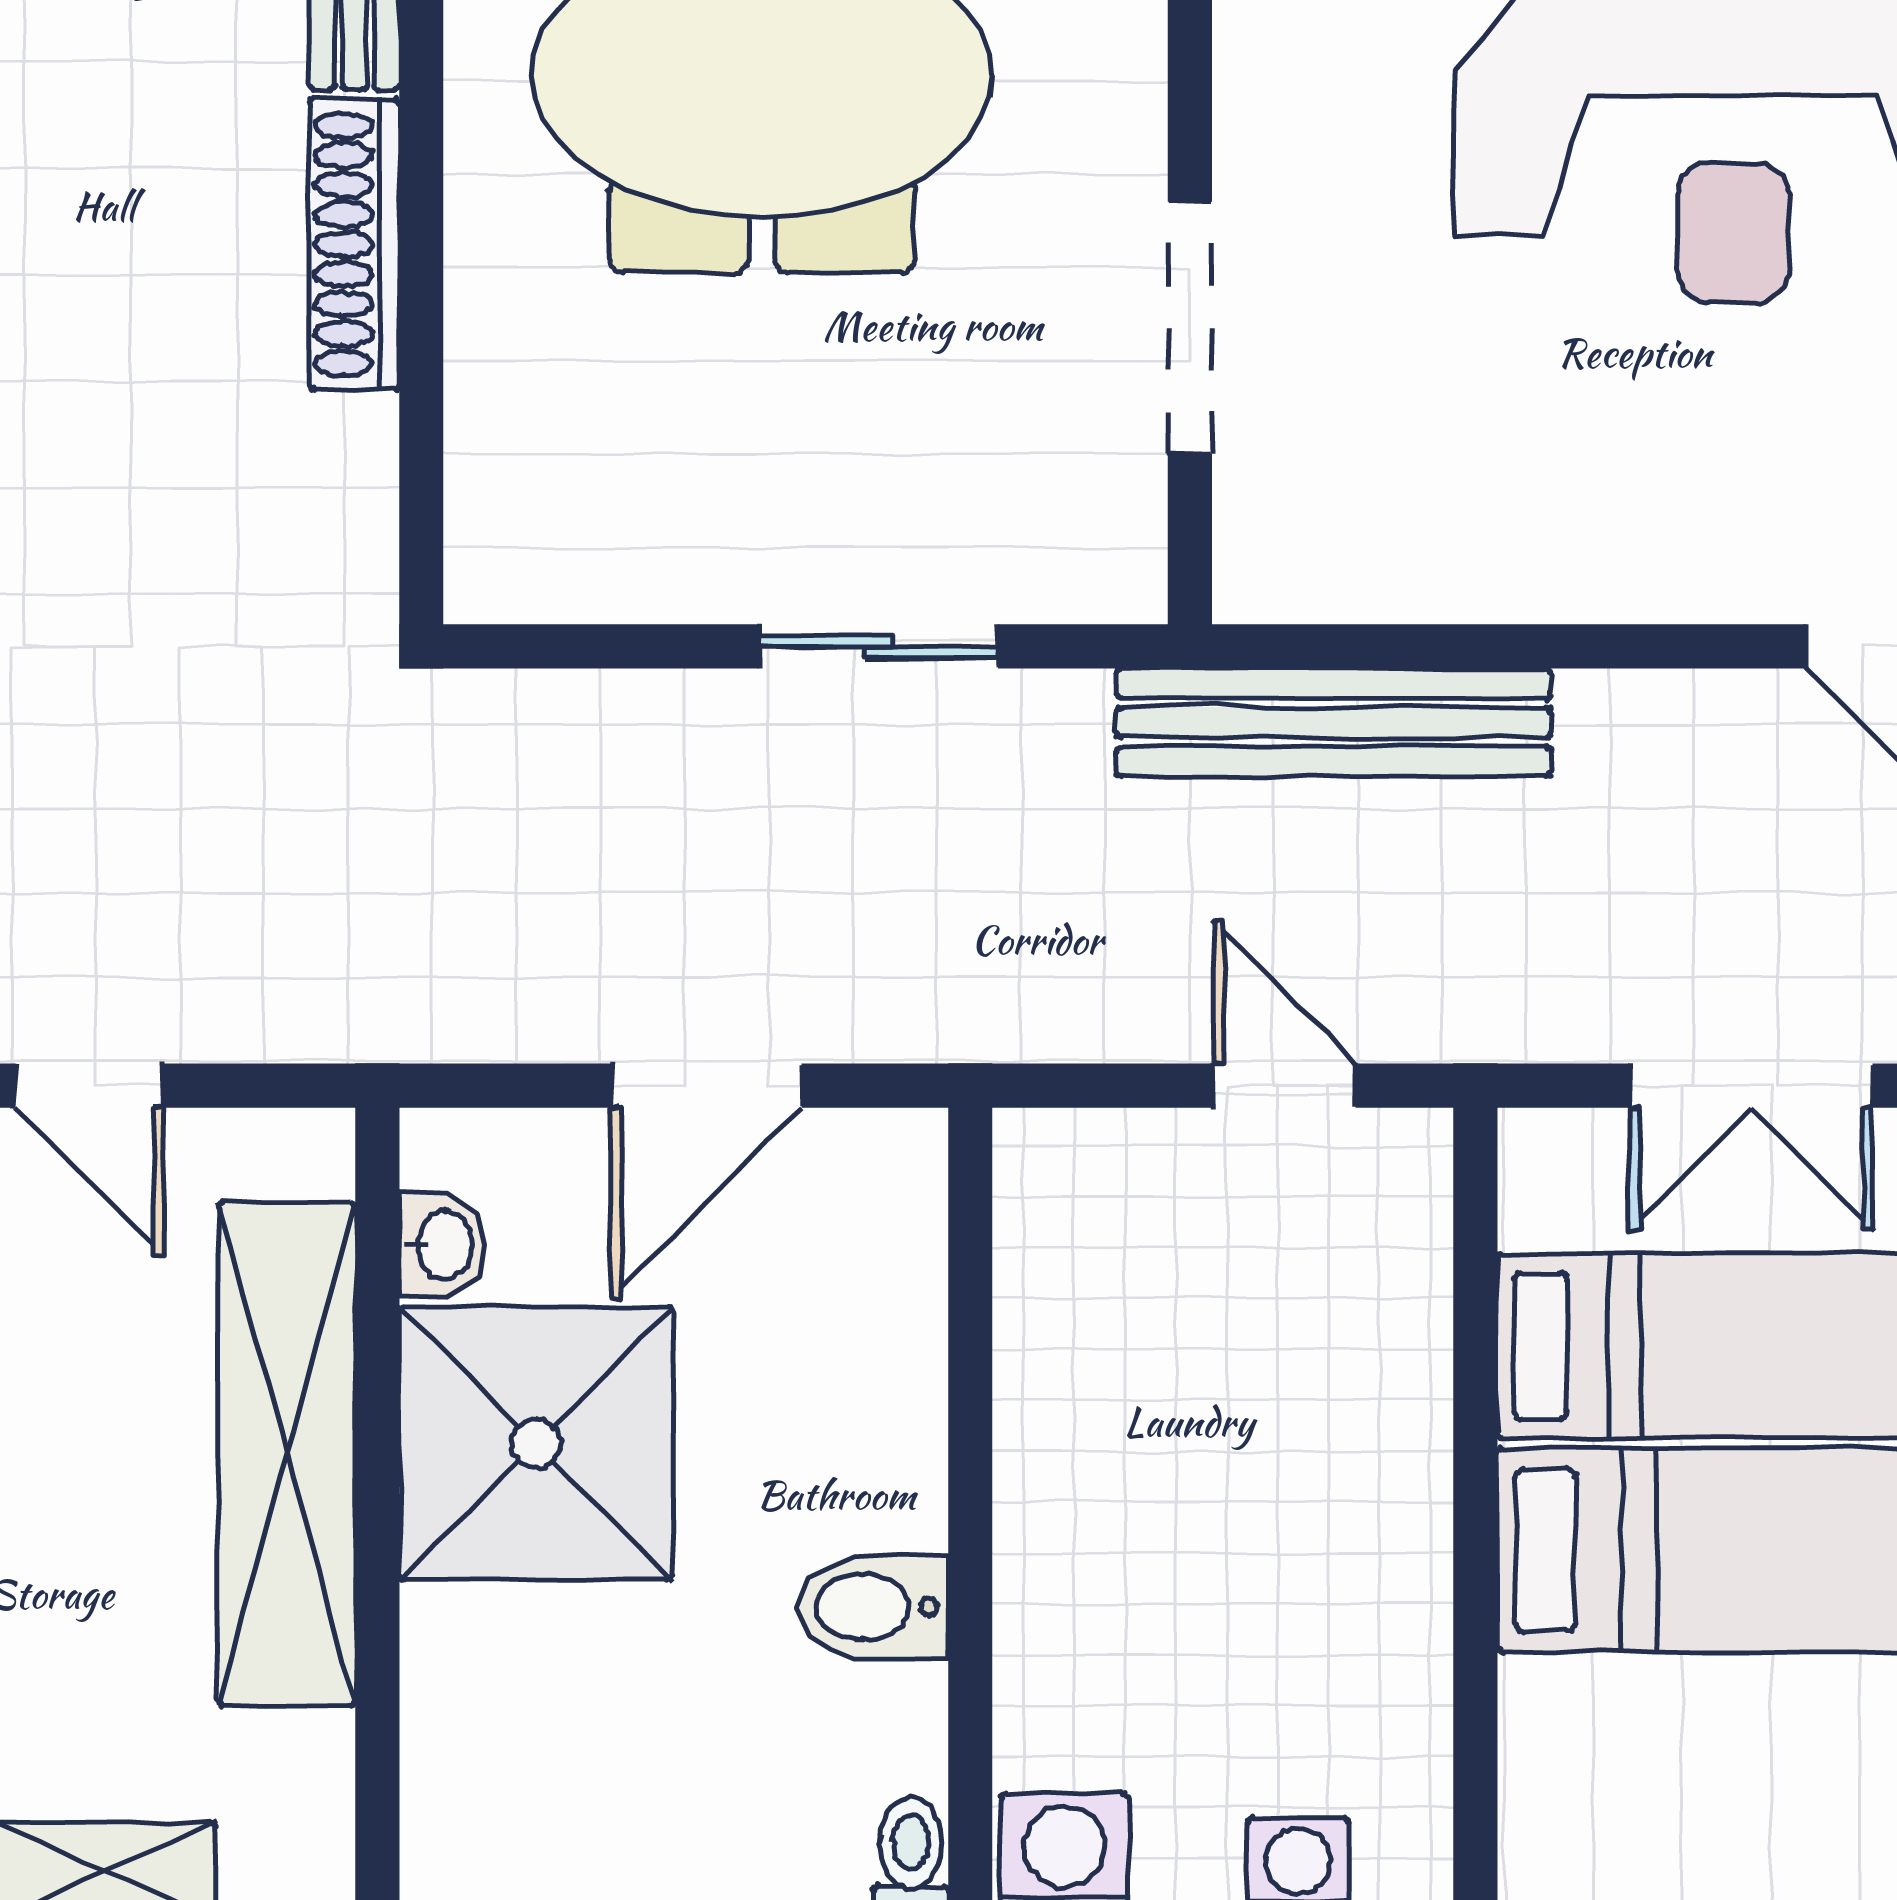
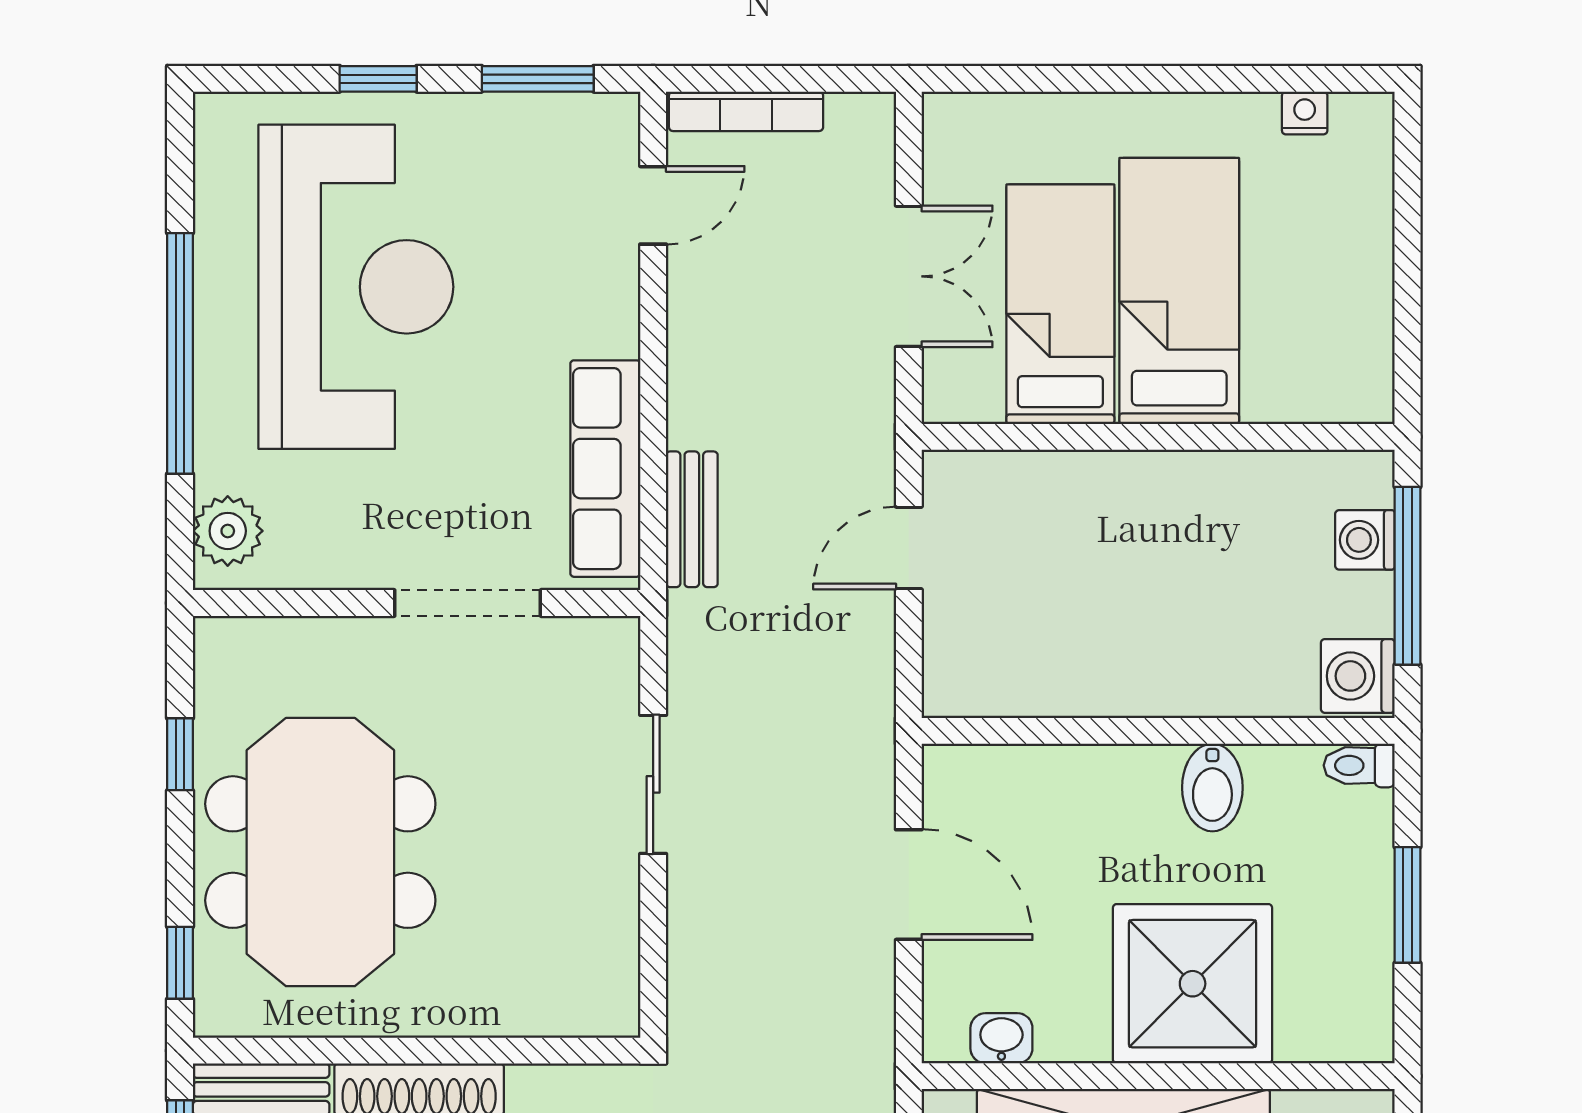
row of seats: (1421, 564) -> (605, 469), added
bench: (1334, 722) -> (692, 519), width x0.54, depth x0.82
shower: (536, 1443) -> (1193, 984), moved

